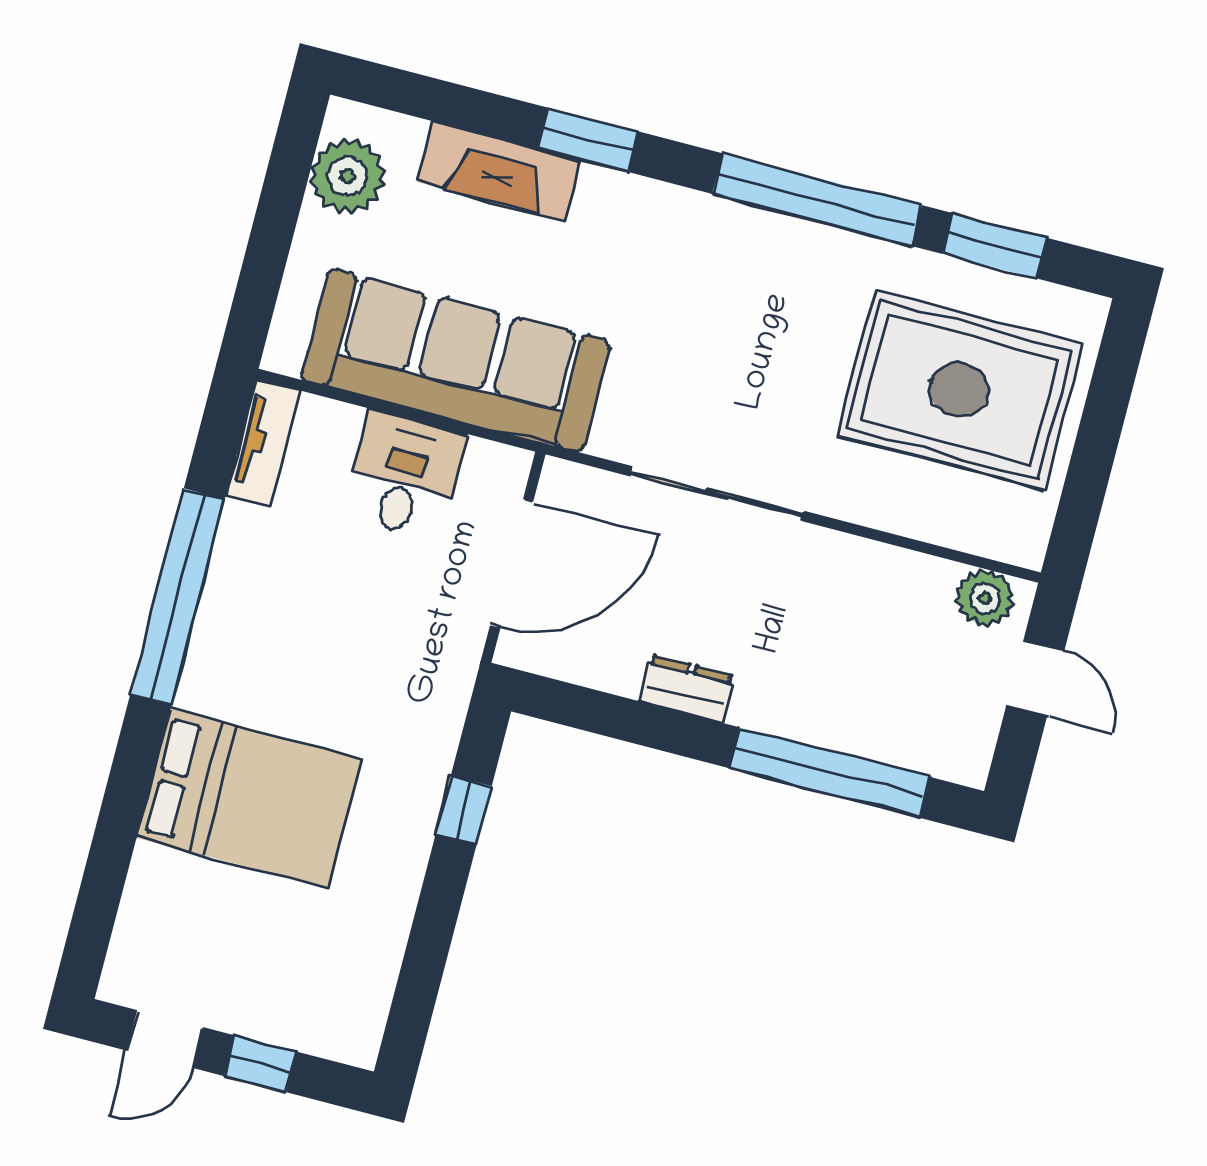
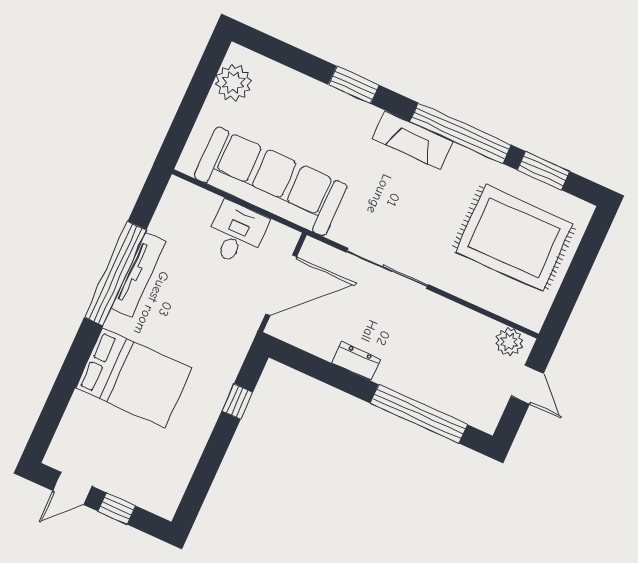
fireplace: (499, 171) -> (413, 140), moved
tv unit: (263, 443) -> (139, 275), moved, width x1.41

